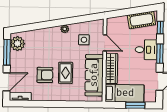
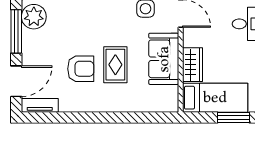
wardrobe: (111, 68) -> (192, 65), width x0.67
sofa: (94, 75) -> (164, 59), width x0.73

